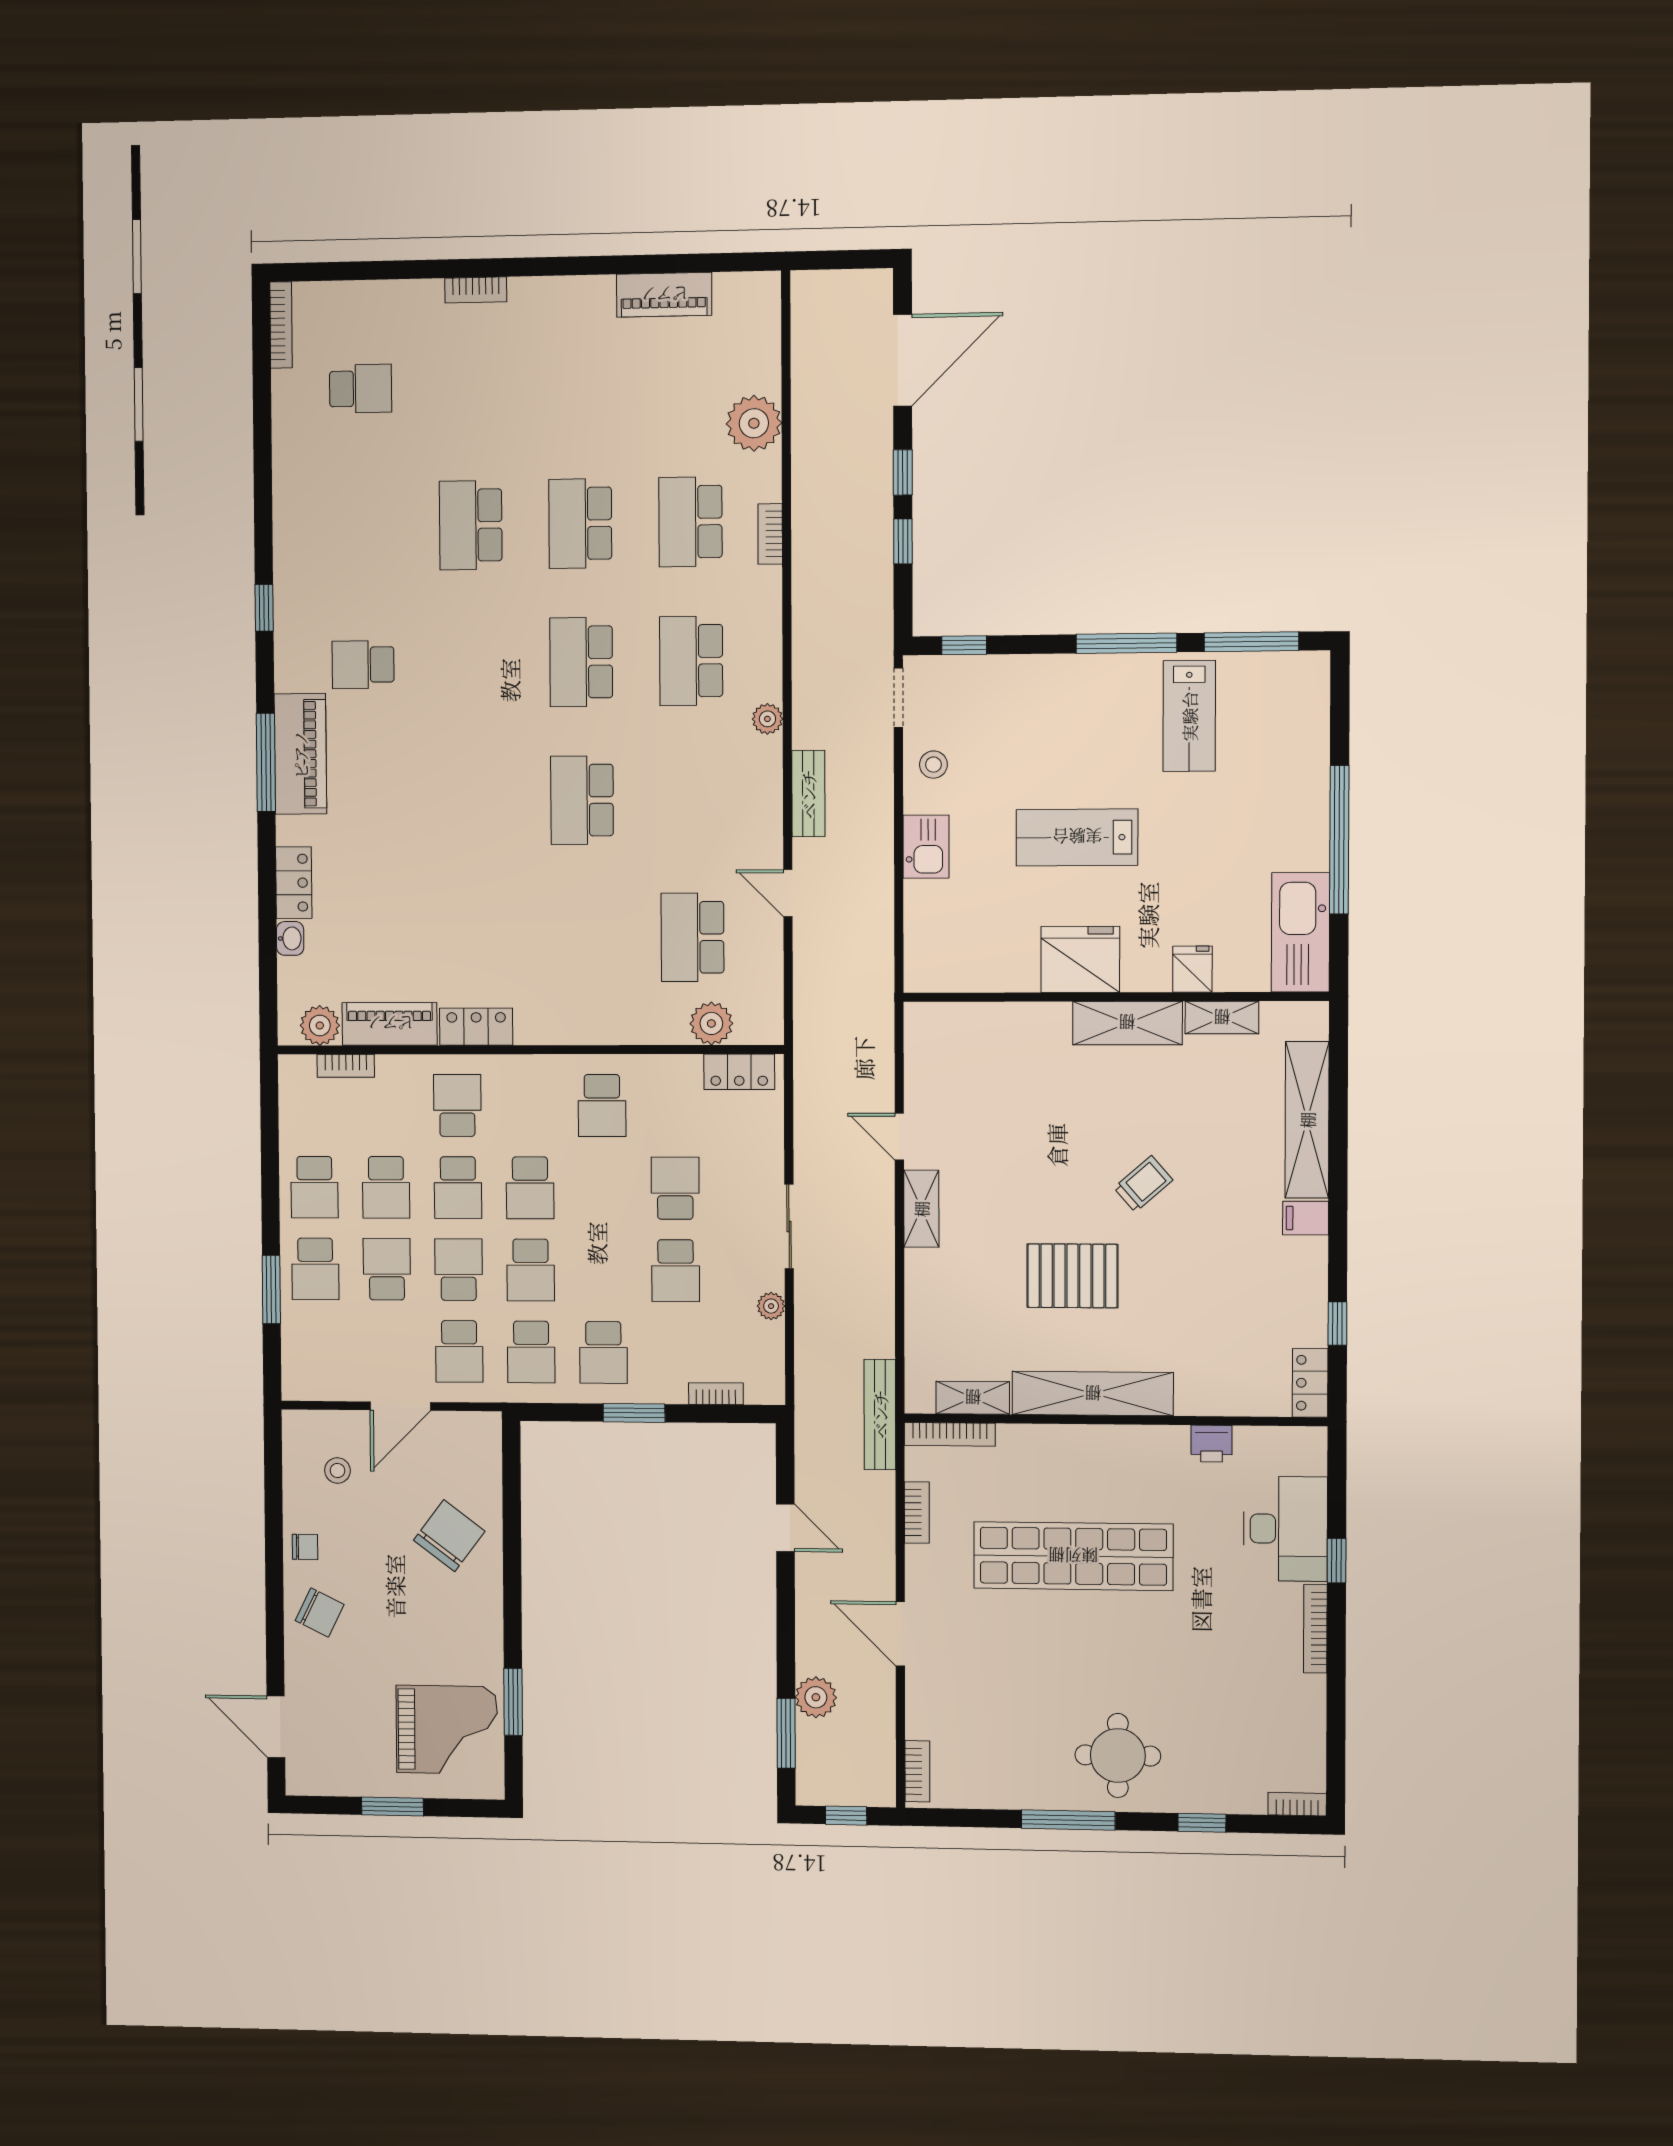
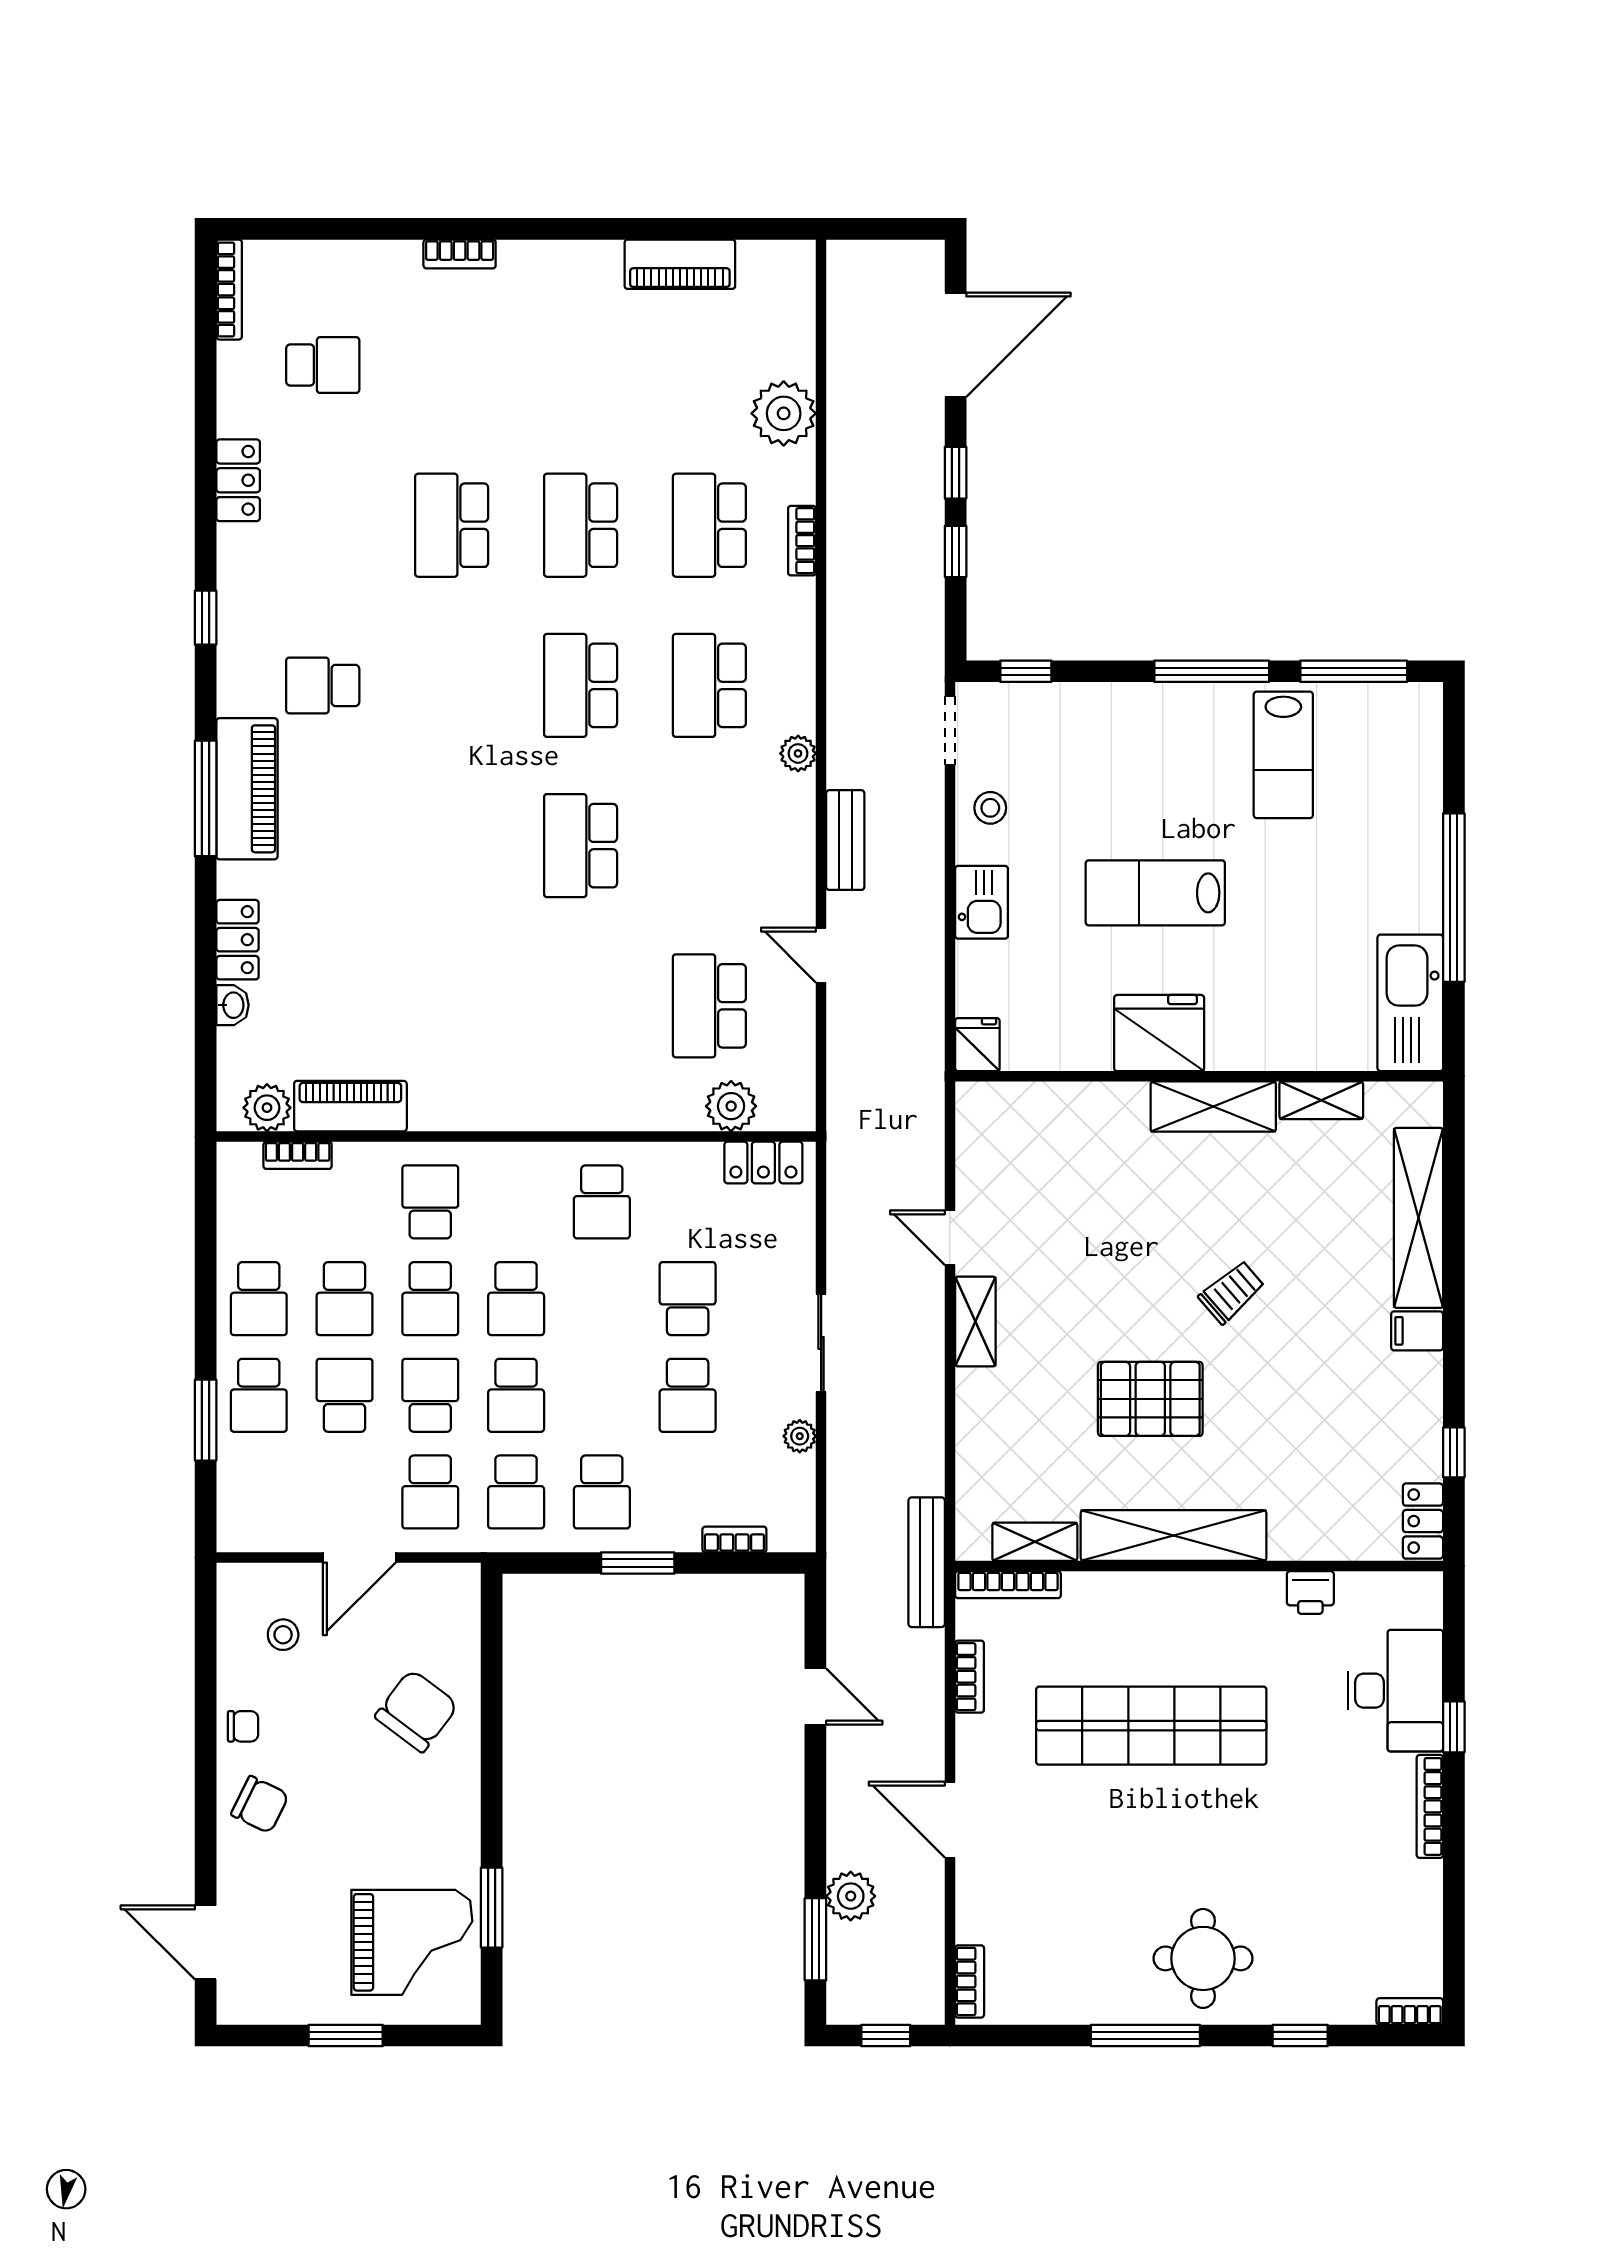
fridge: (1192, 969) -> (977, 1045), moved
locker: (476, 1027) -> (238, 480), moved, turned 90

